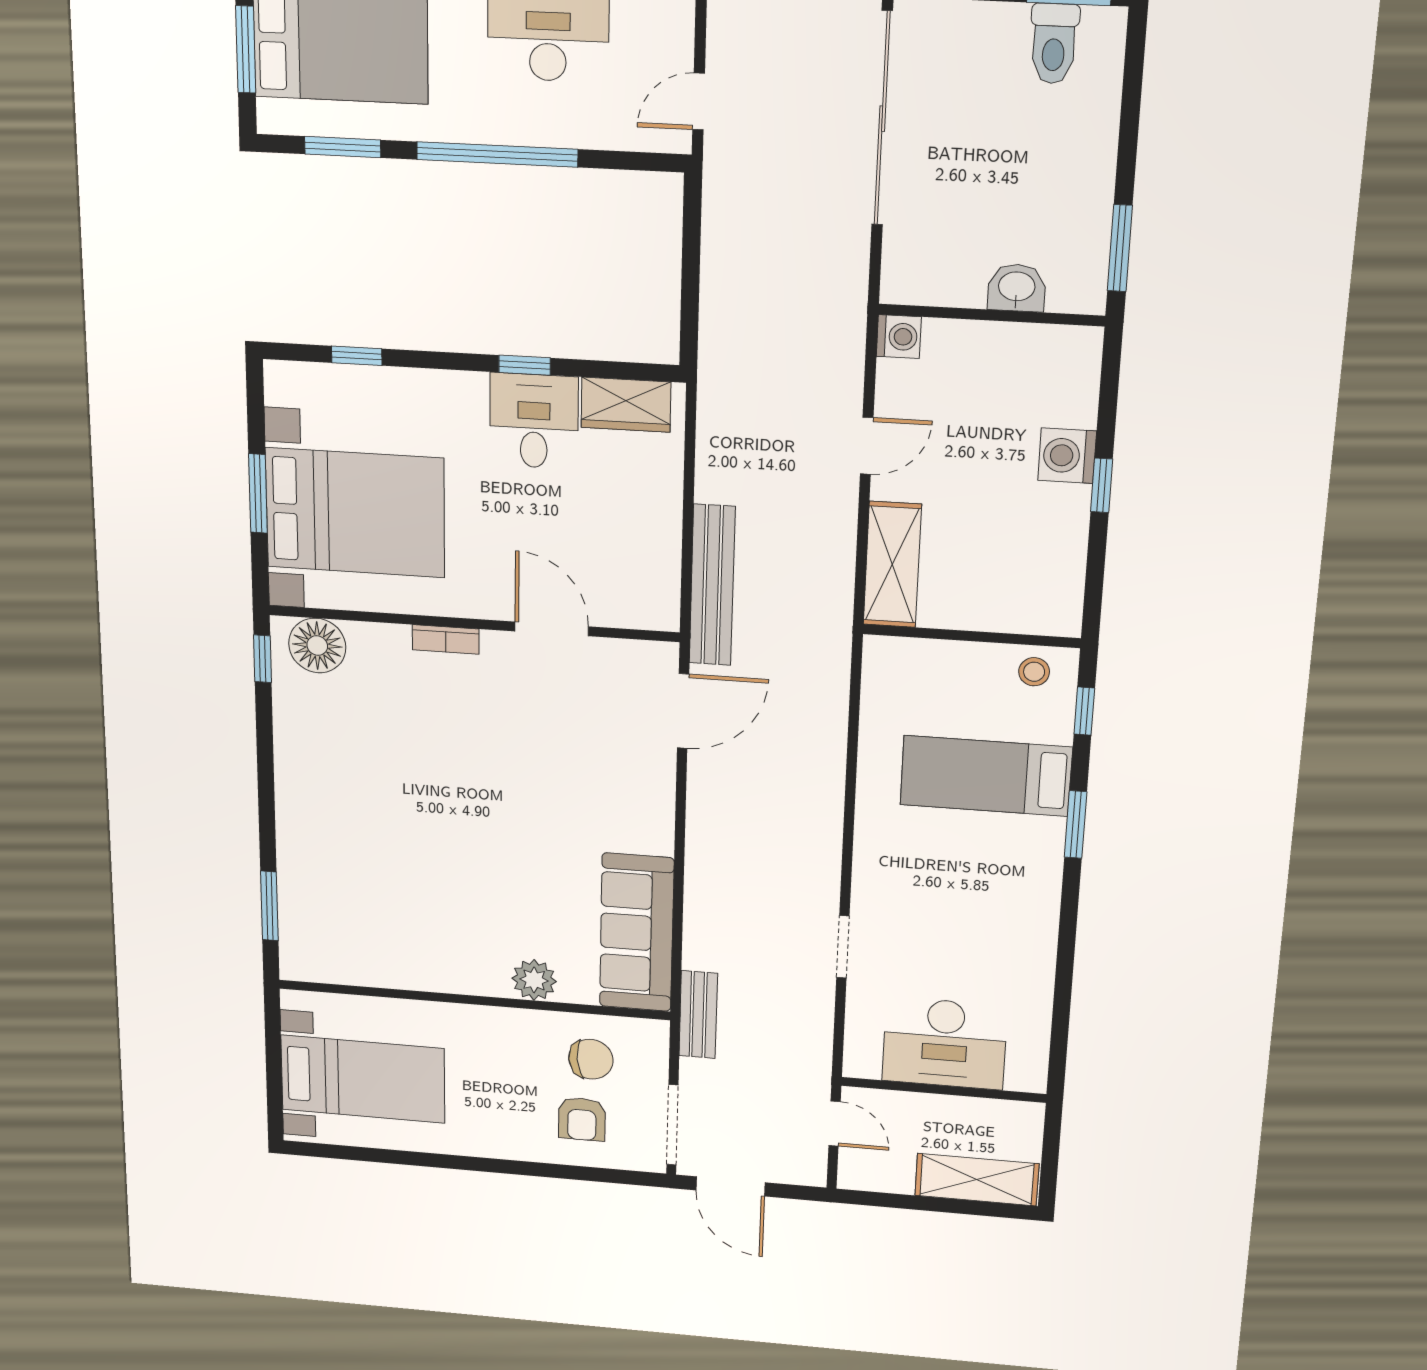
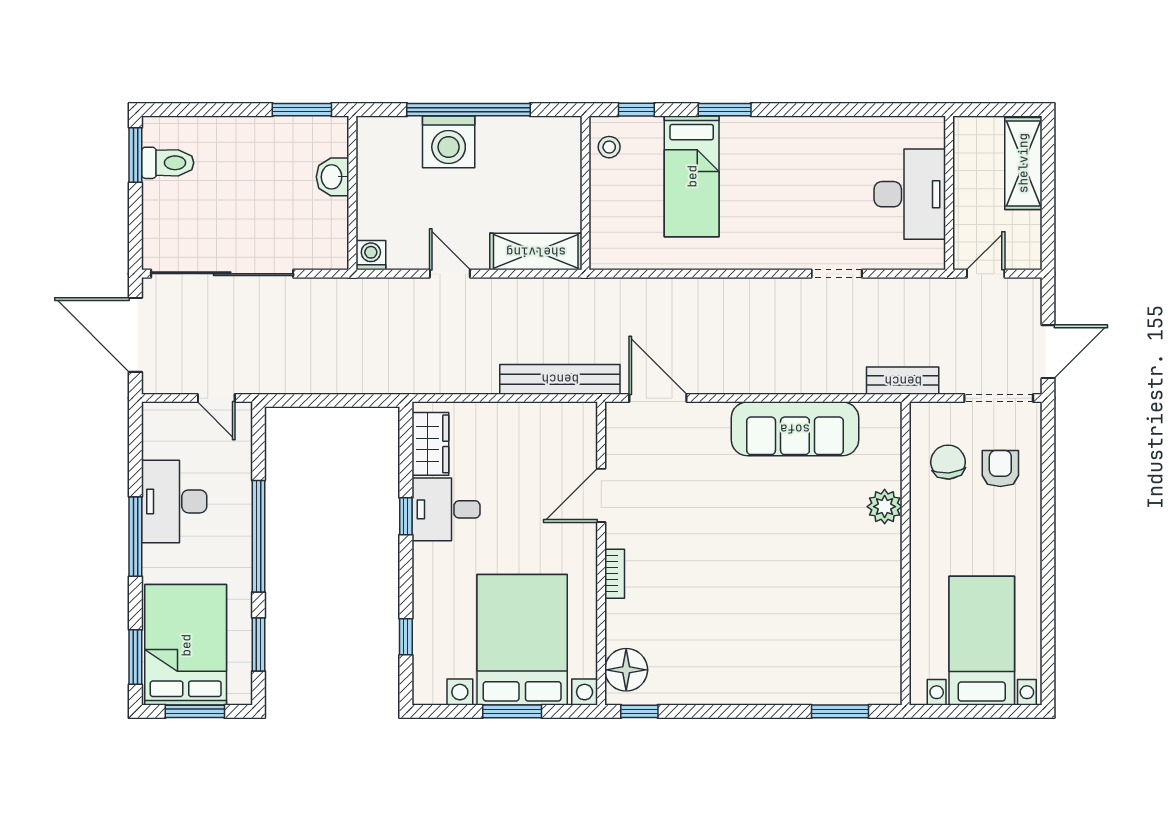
washing machine: (1067, 456) -> (449, 142), width x1.37, depth x1.37
window: (1102, 485) -> (469, 110), width x3.17
sofa: (637, 933) -> (795, 429), moved
armchair: (582, 1119) -> (1000, 468), turned -90

